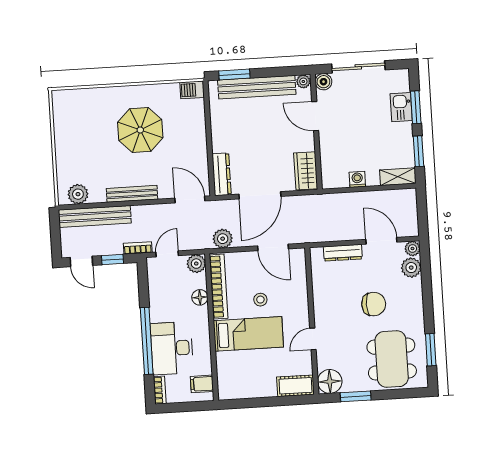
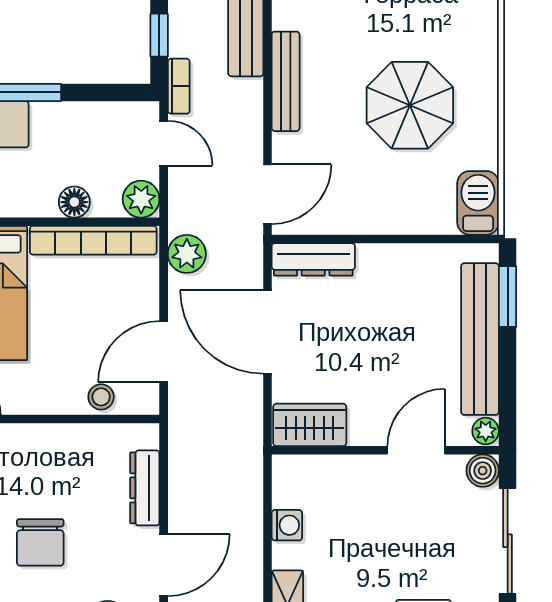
barbecue: (192, 90) -> (478, 203), width x1.38, depth x1.27
stool: (260, 300) -> (101, 397), moved

